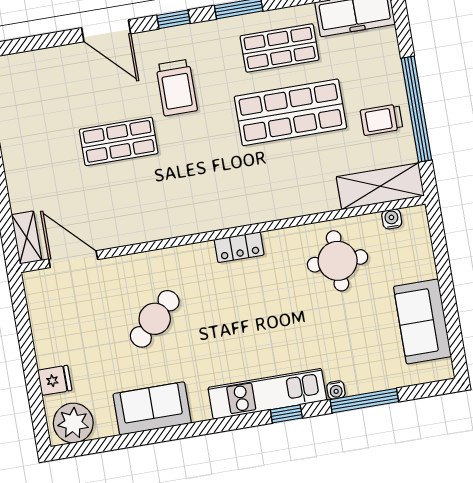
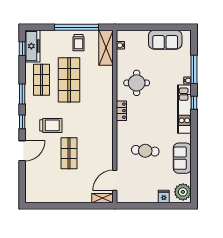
round table: (338, 261) -> (137, 83), moved
cafe table: (155, 319) -> (145, 151), turned -42

